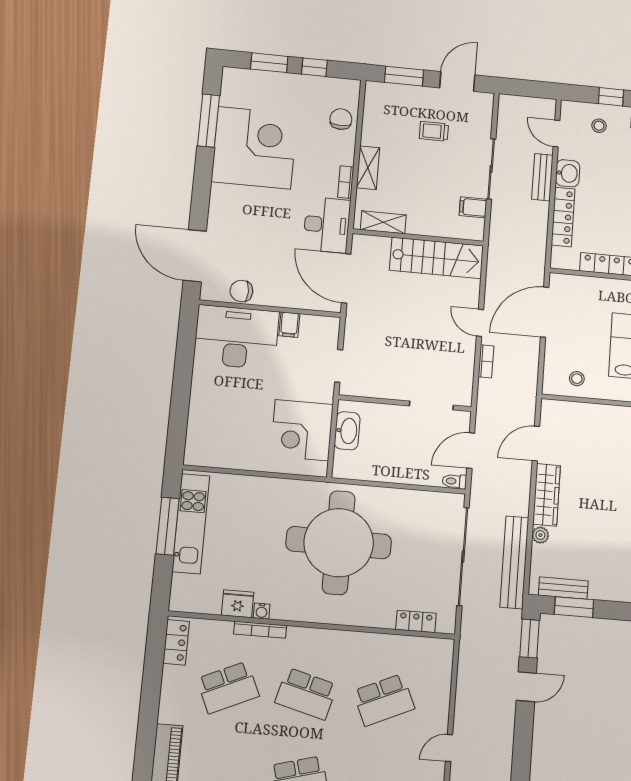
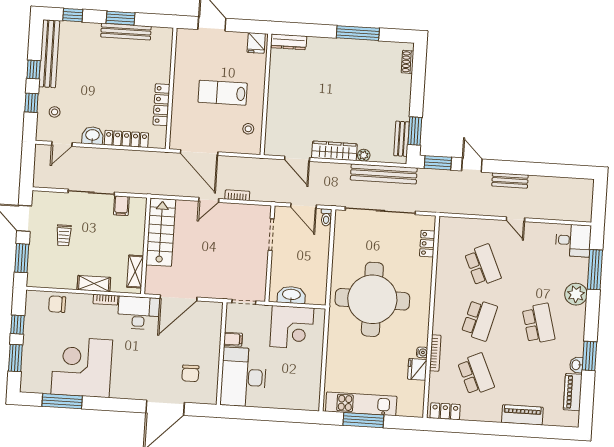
bench: (542, 177) -> (510, 180), moved
wall: (270, 309) -> (222, 354), moved
filing cabinet: (289, 325) -> (233, 339), moved
desk: (236, 337) -> (243, 377), moved

